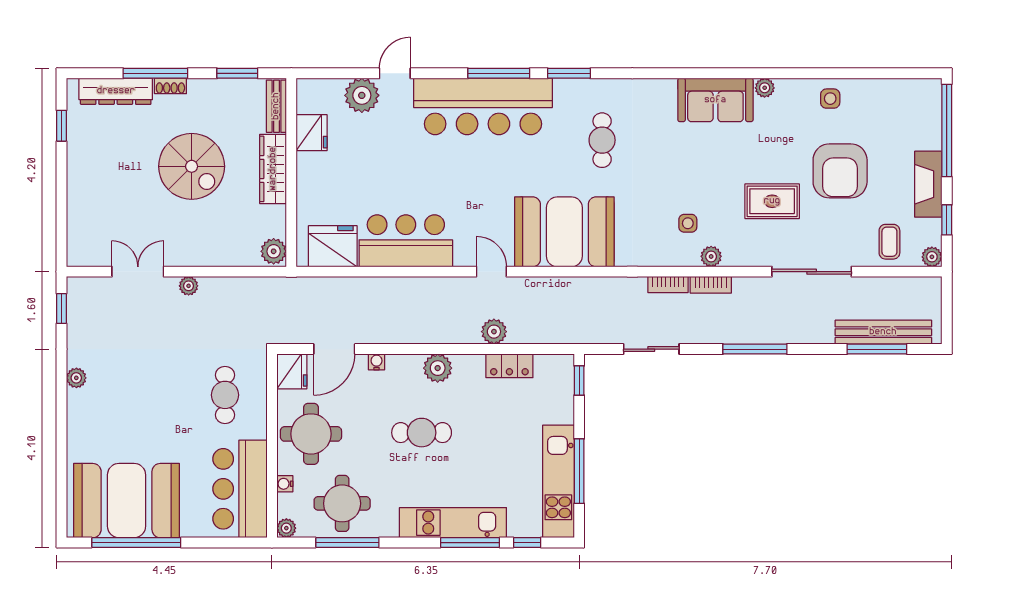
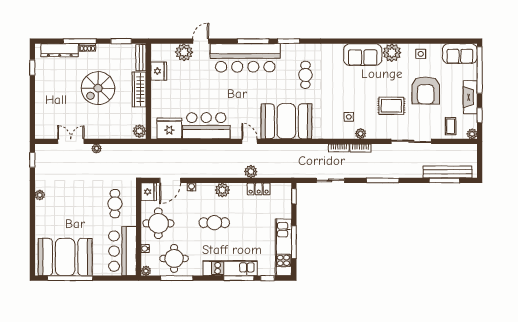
plant: (765, 88) -> (392, 53), width x1.88, depth x1.88
sofa: (908, 98) -> (460, 54), added
spiral stairs: (192, 166) -> (98, 88), turned 90

